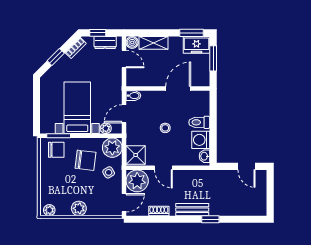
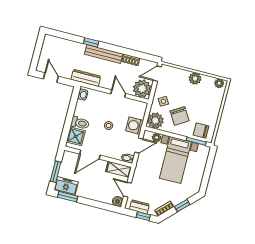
shelving: (154, 43) -> (119, 169), moved
washing machine: (201, 140) -> (135, 126), moved, turned 180
shower: (136, 155) -> (76, 136), moved
chair: (85, 160) -> (180, 116), turned -129
dresser: (206, 176) -> (86, 78), added
bench: (192, 210) -> (104, 54), width x1.36

